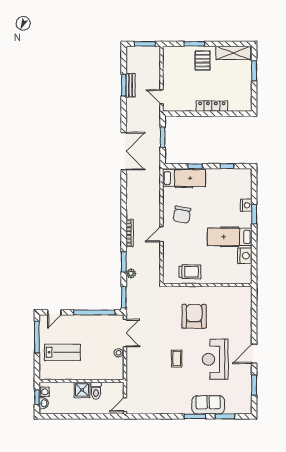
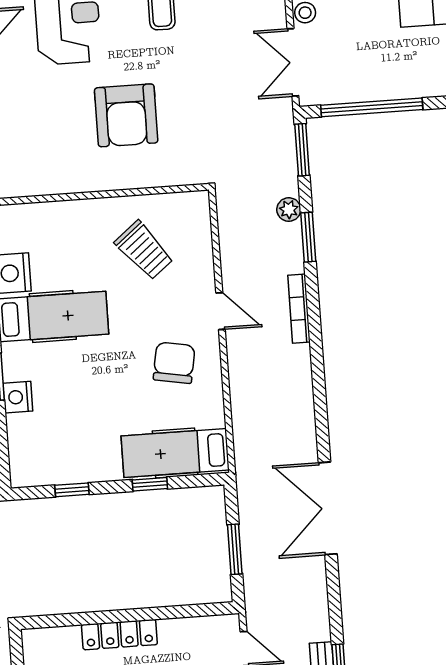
door: (161, 234) -> (221, 311), hinge flipped
trolley: (190, 272) -> (144, 250), moved, turned -129

